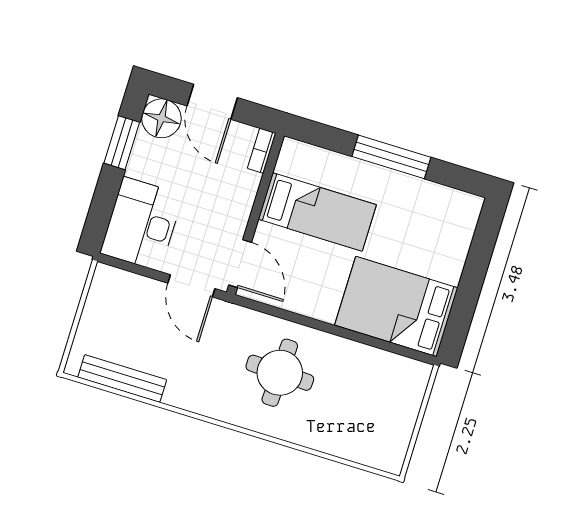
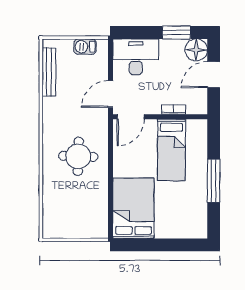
bookcase: (262, 151) -> (174, 110), moved
barbecue: (98, 304) -> (85, 47), added

